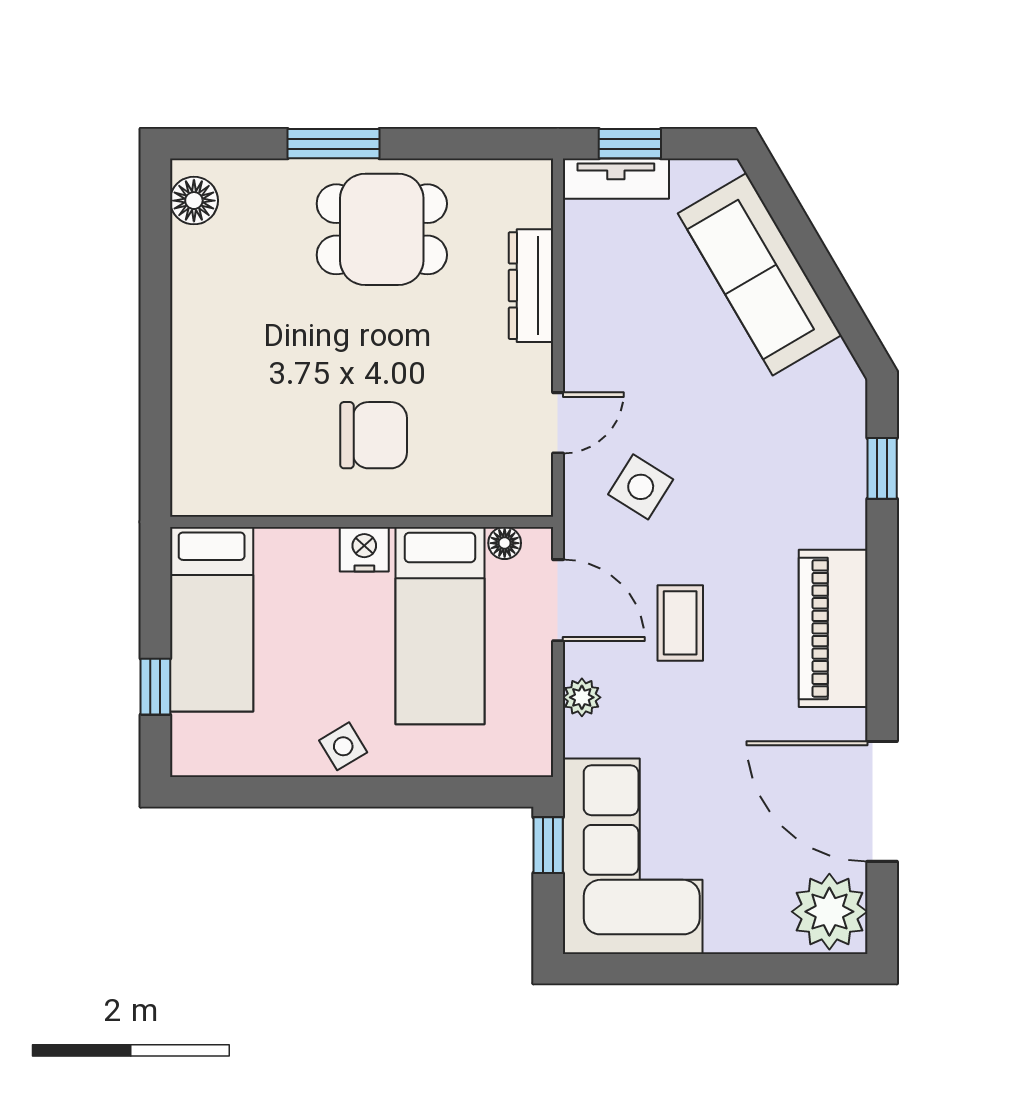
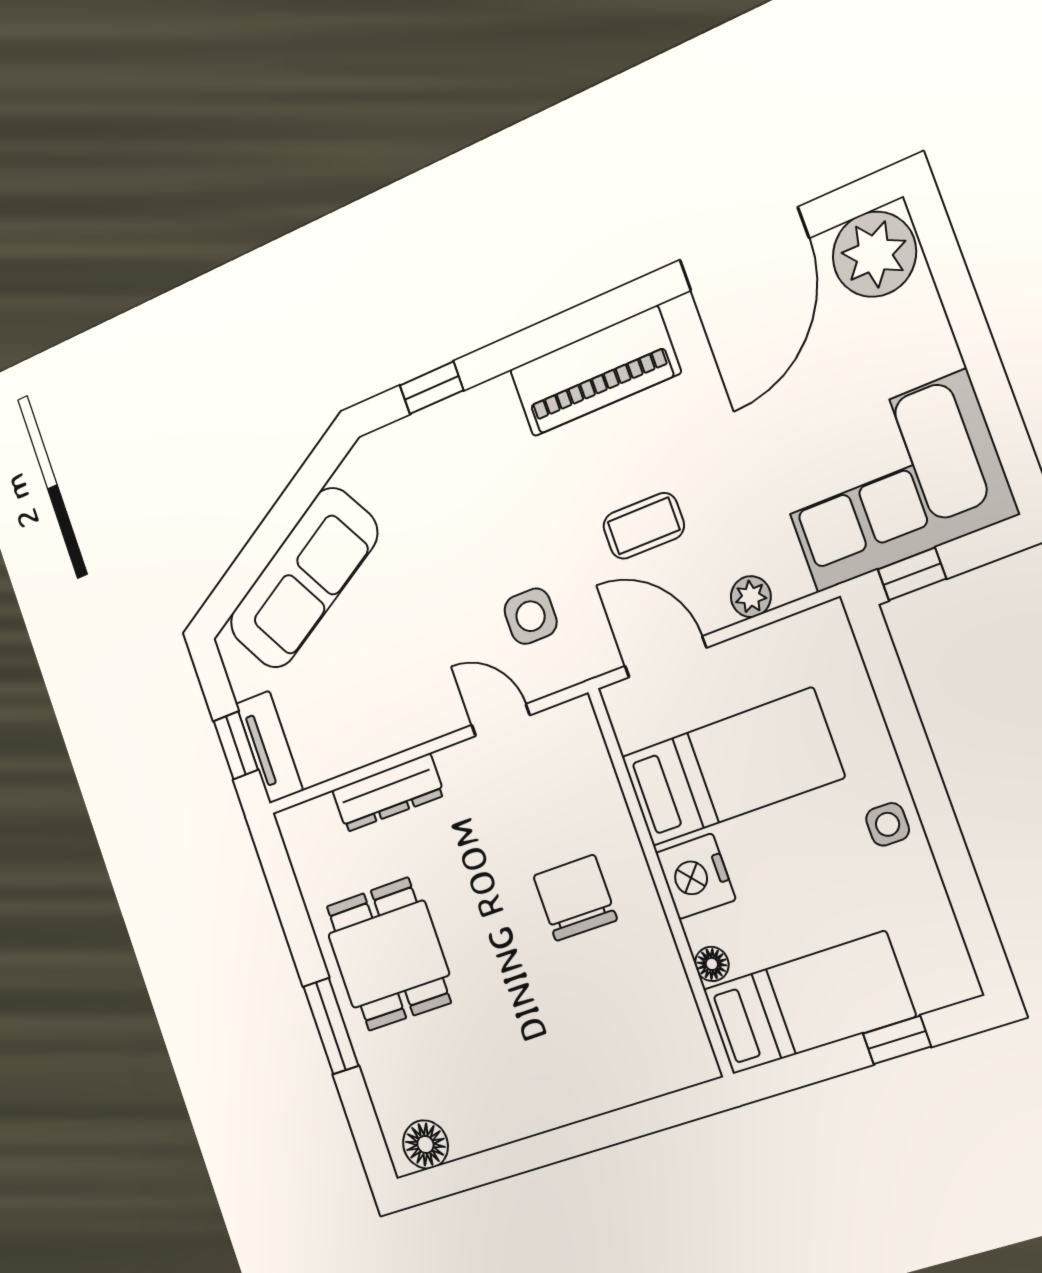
side table: (641, 487) -> (531, 616), turned -32
floor lamp: (505, 543) -> (712, 964), moved
nightstand: (364, 549) -> (696, 876), width x1.36, depth x1.33
door: (558, 600) -> (665, 657), hinge flipped
side table: (343, 746) -> (888, 824), turned 31

